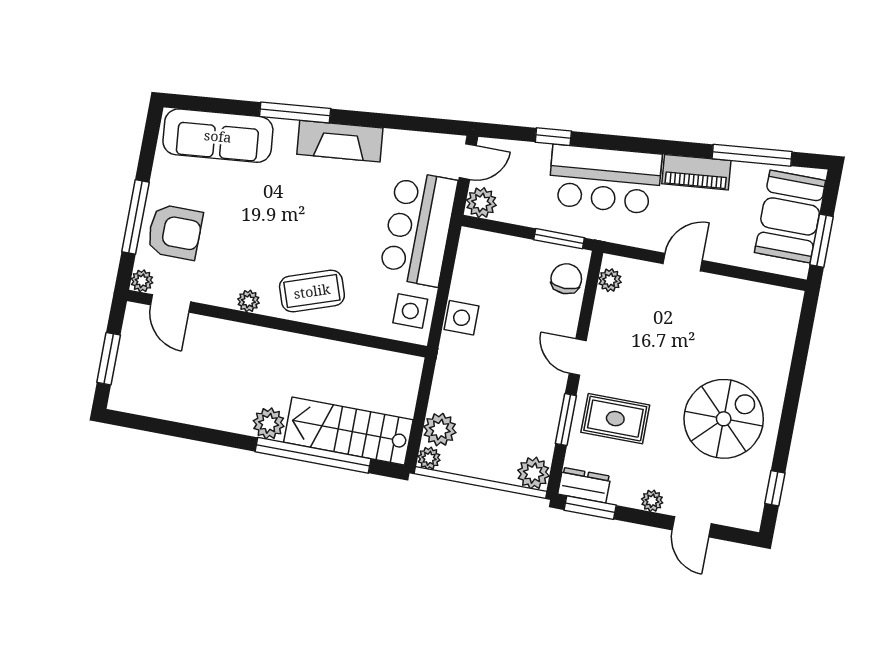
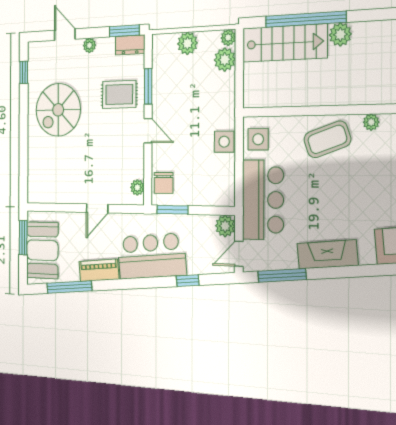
window: (295, 112) -> (282, 275), moved
plant: (533, 473) -> (187, 43), moved

